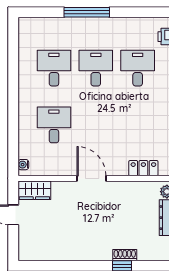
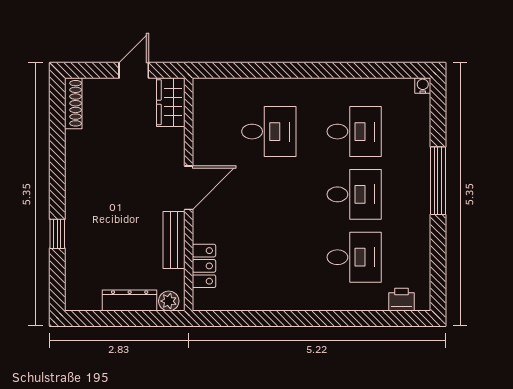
water cooler: (23, 165) -> (423, 86), moved
bench: (126, 188) -> (174, 240), added
shoe rack: (125, 255) -> (73, 103), moved, width x1.43

